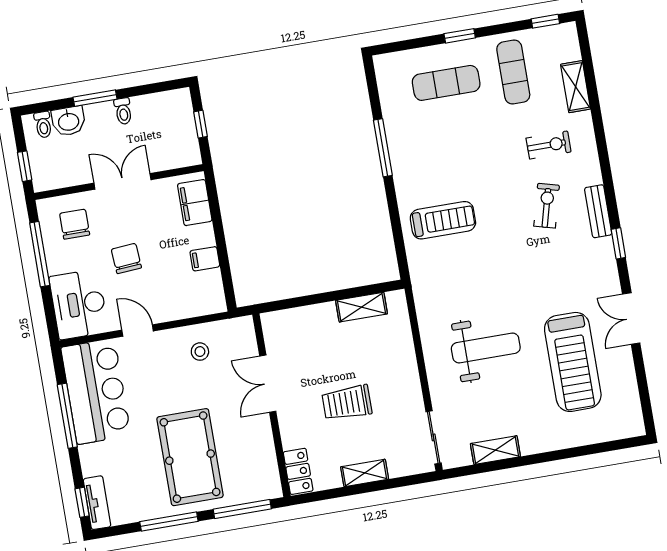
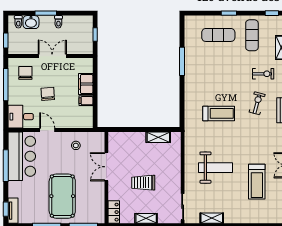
filing cabinet: (195, 203) -> (86, 84), moved
treadmill: (443, 220) -> (219, 113), moved
desk: (79, 304) -> (21, 117), width x0.73
treadmill: (573, 362) -> (257, 182), width x0.73, depth x0.73

